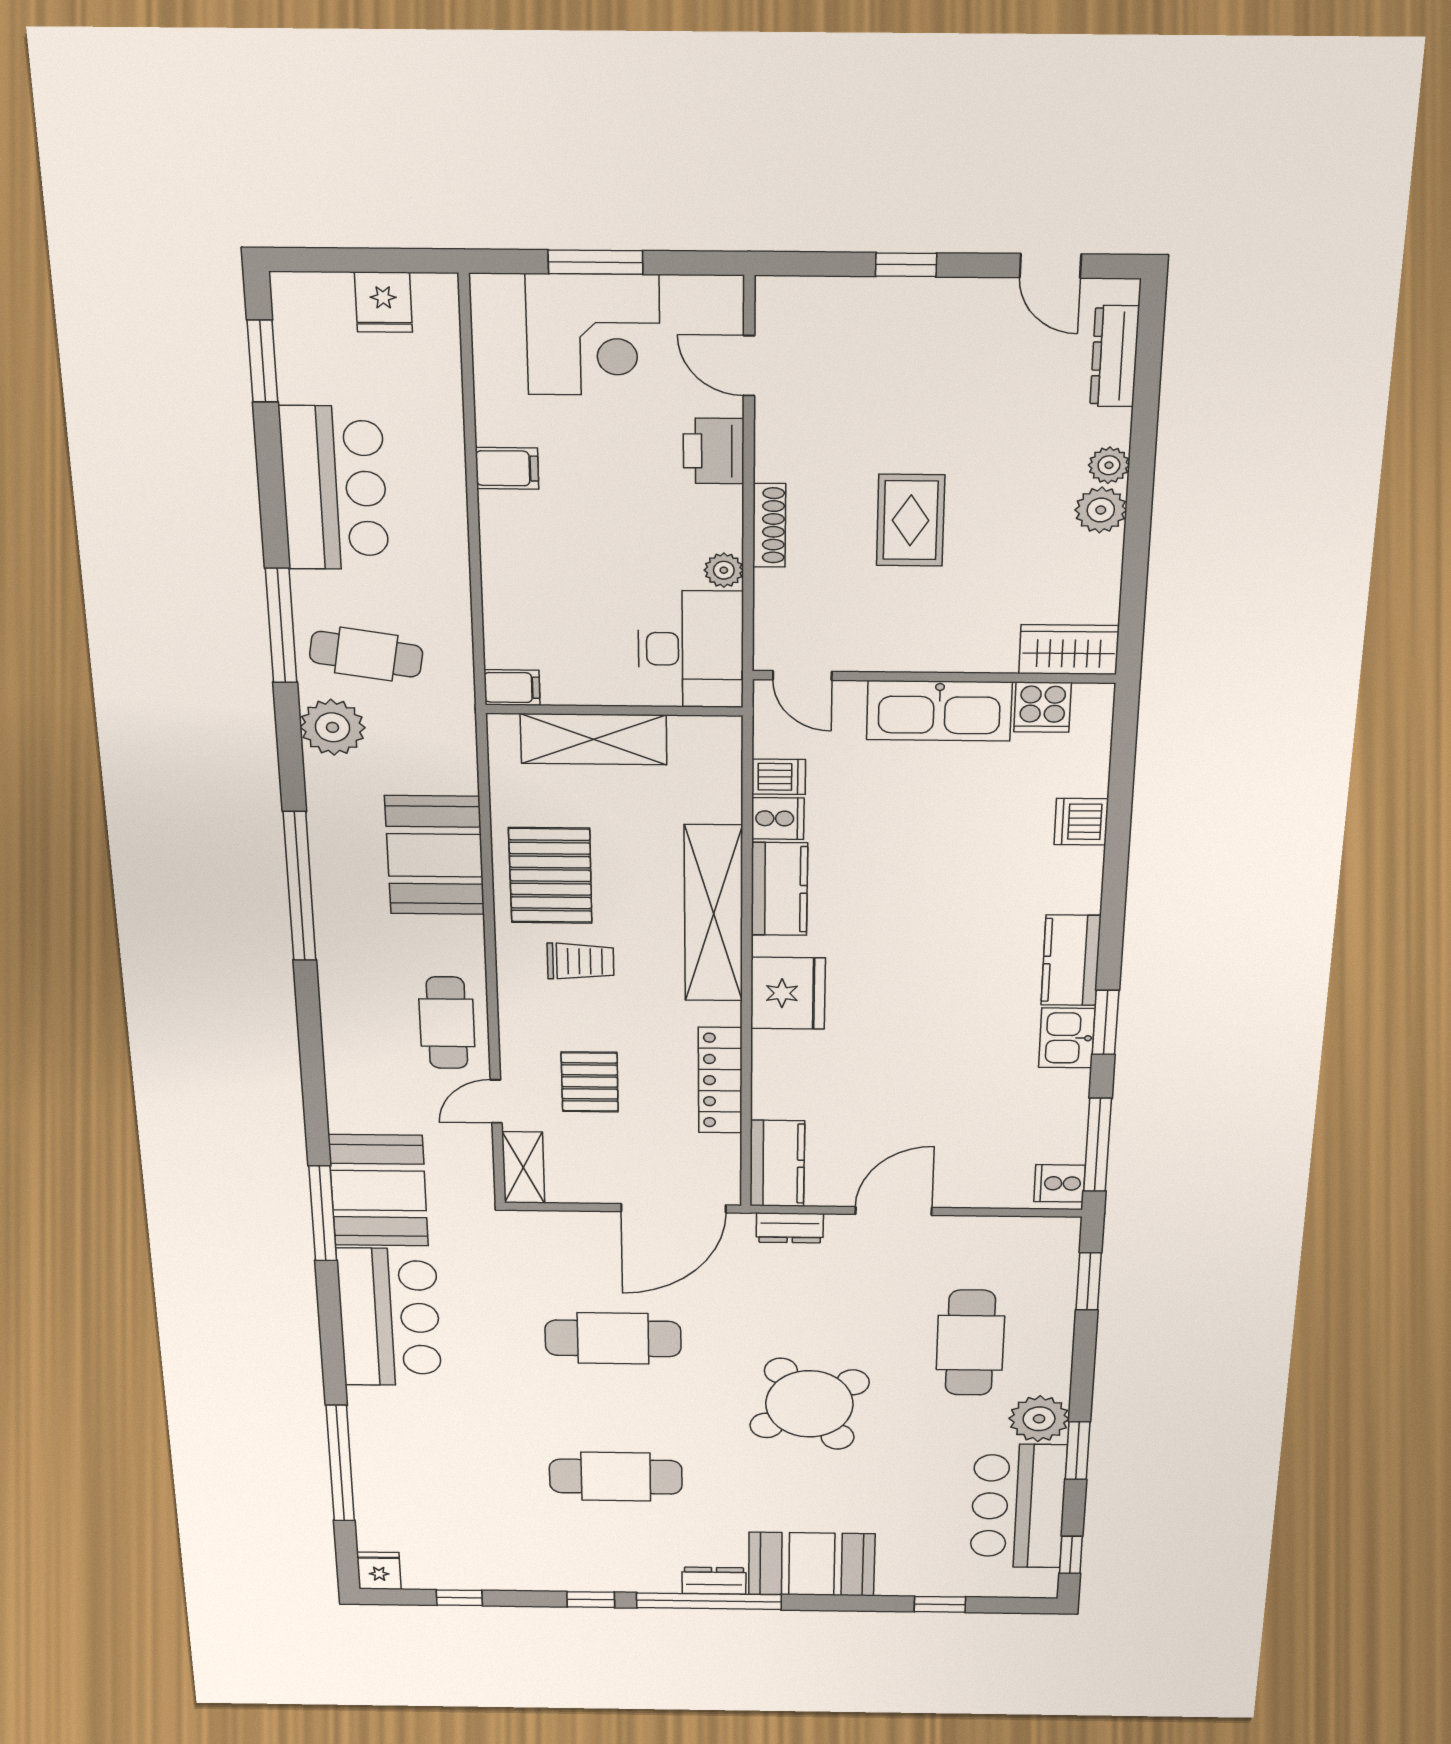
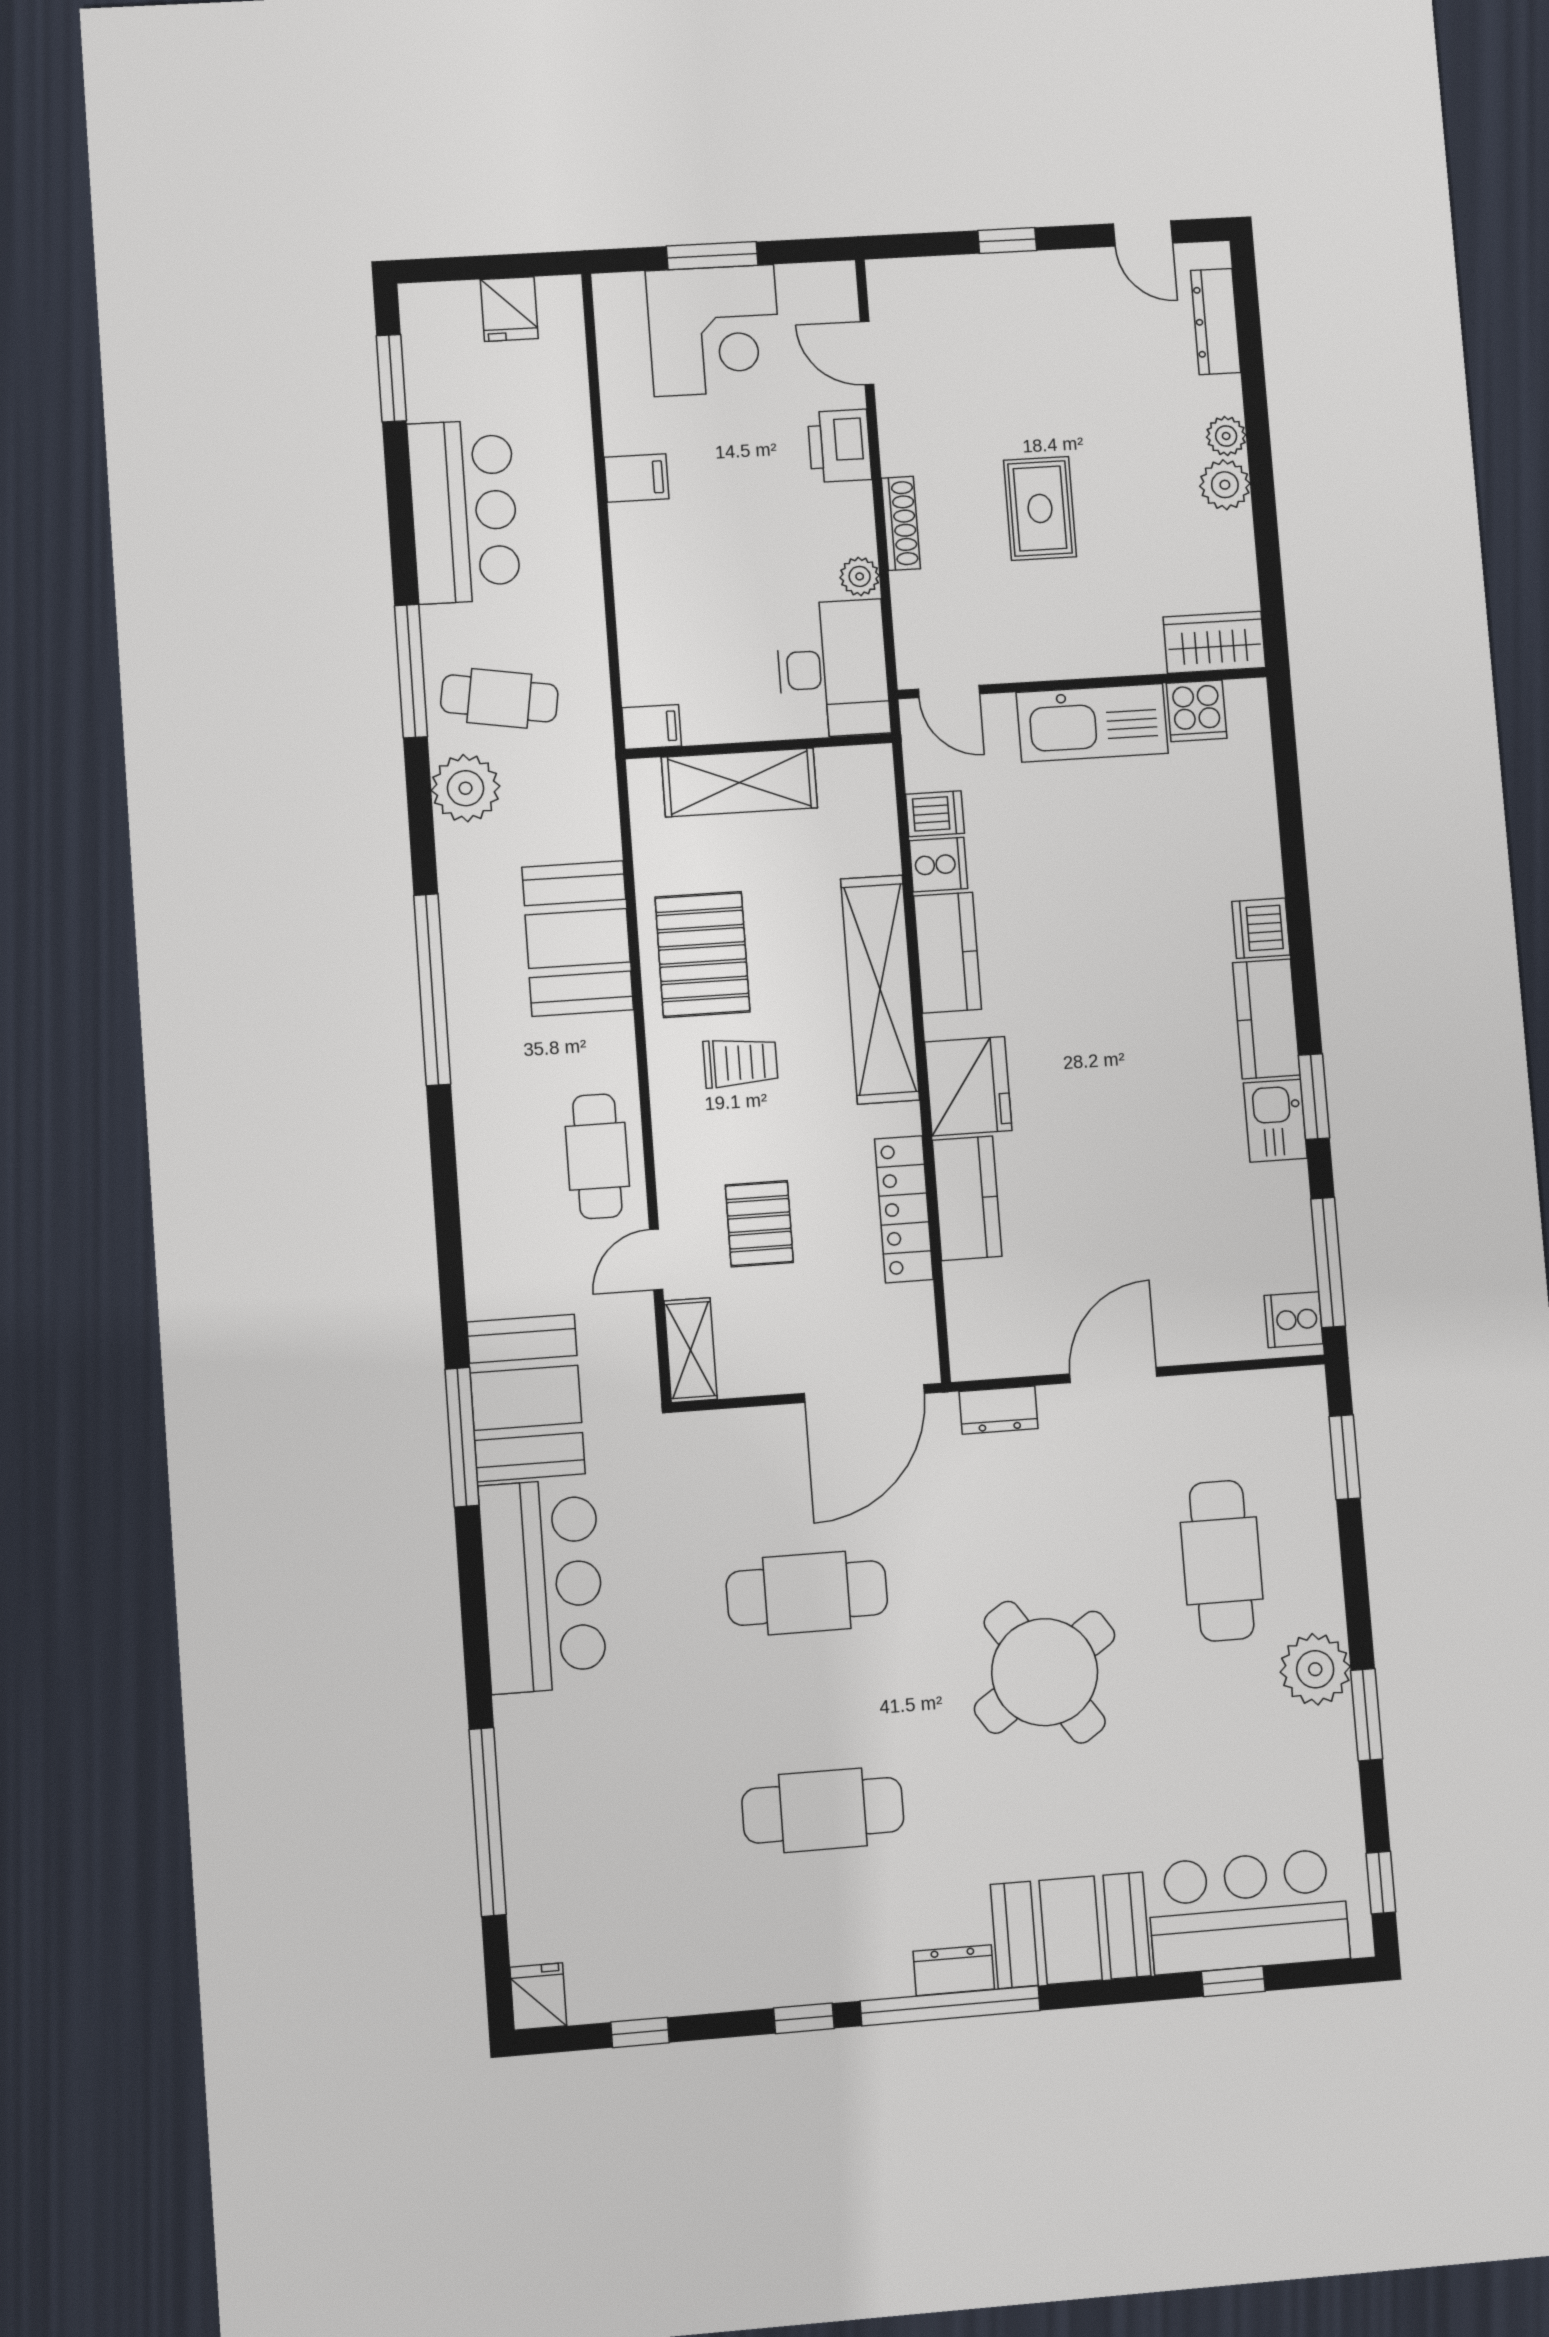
dishwasher: (1081, 822) -> (1261, 928), moved
kitchen counter: (777, 1163) -> (967, 1198), moved
bar counter: (1018, 1506) -> (1248, 1911), moved, turned 90

